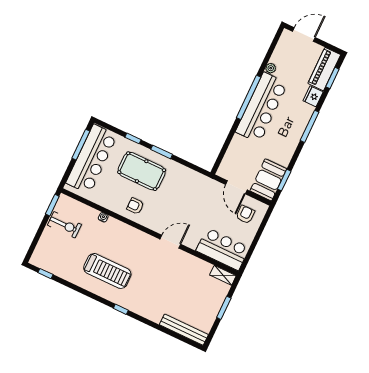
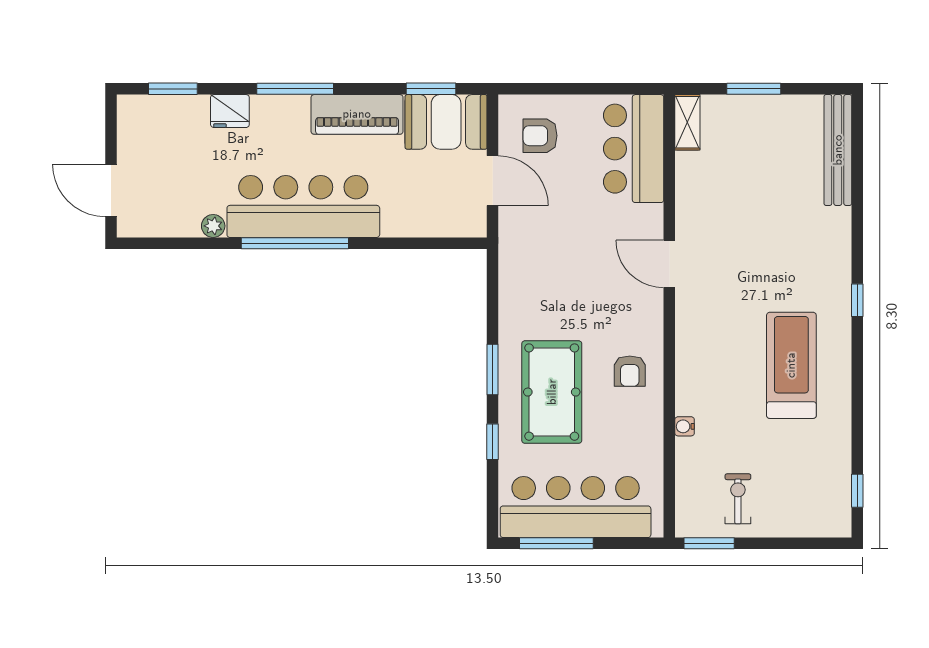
piano: (324, 69) -> (357, 114), moved
door: (236, 187) -> (493, 181), hinge flipped
exercise bike: (64, 225) -> (738, 499), width x0.73, depth x0.72

